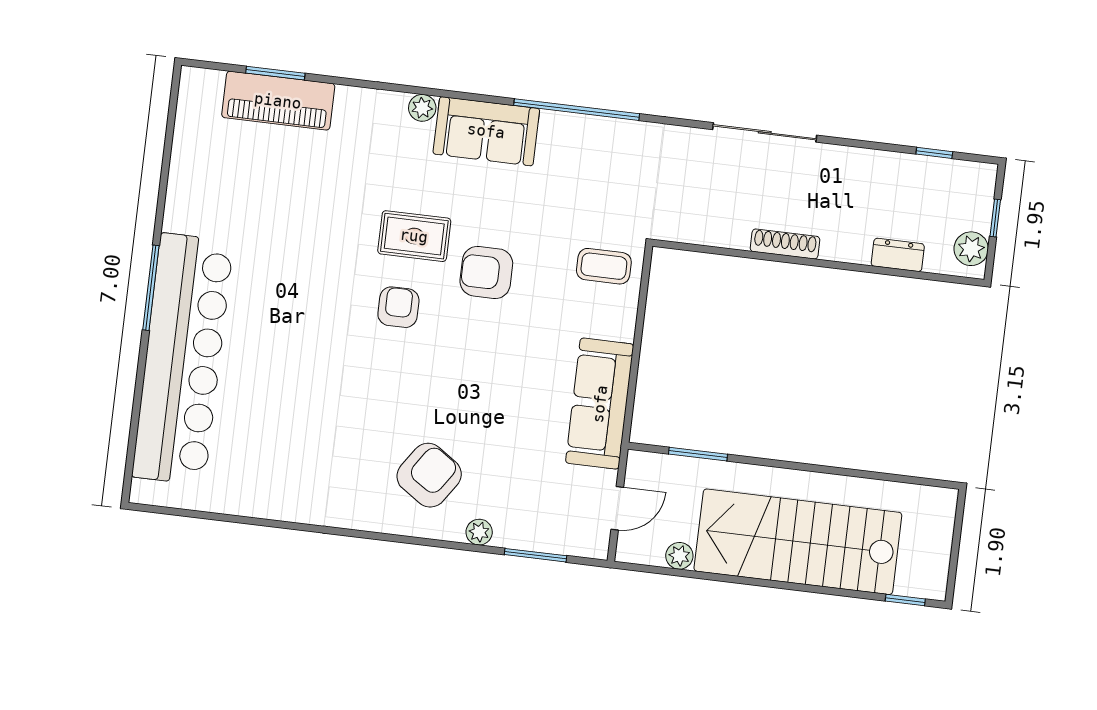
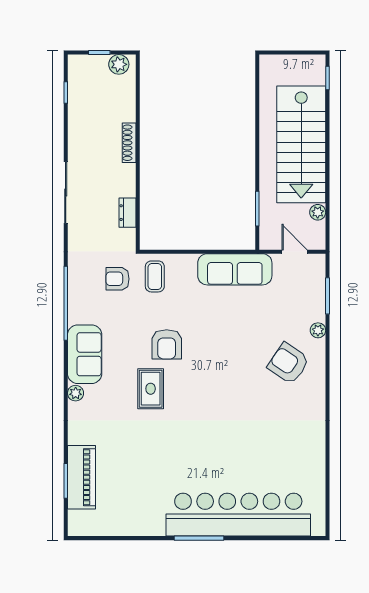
shoe rack: (785, 244) -> (129, 143), moved
dresser: (898, 255) -> (128, 213), moved
armchair: (398, 307) -> (117, 279), moved

